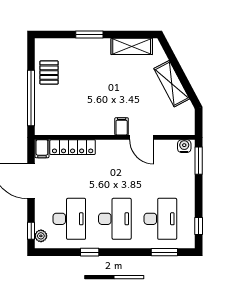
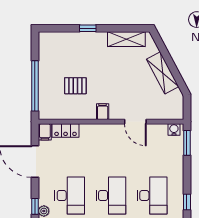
window: (89, 35) -> (88, 28), width x0.67
pallet: (49, 73) -> (75, 86), moved, turned 90
filing cabinet: (122, 126) -> (103, 112), moved
locker: (73, 147) -> (66, 130), width x0.66

